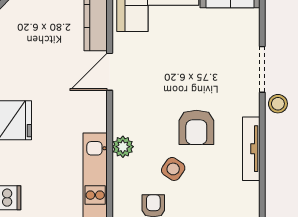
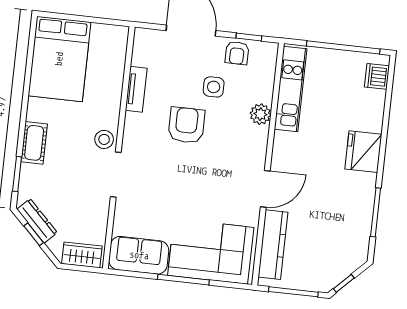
tv unit: (251, 149) -> (136, 89), width x0.71
side table: (173, 169) -> (214, 87), turned -34

